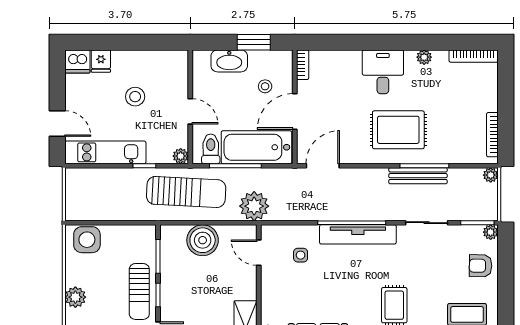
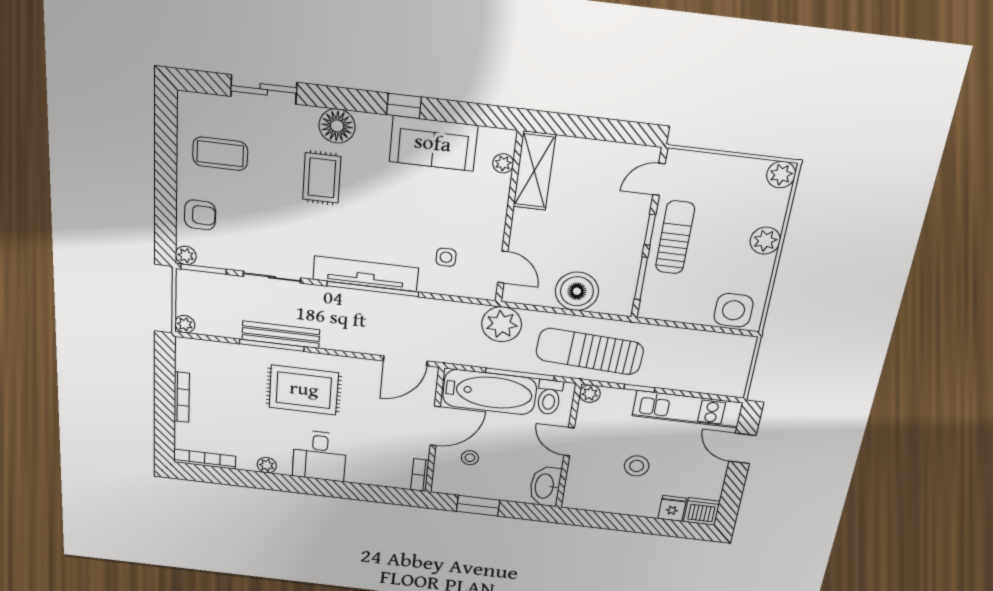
washbasin: (229, 61) -> (545, 486), moved, turned -90
bookcase: (492, 135) -> (182, 397), moved

